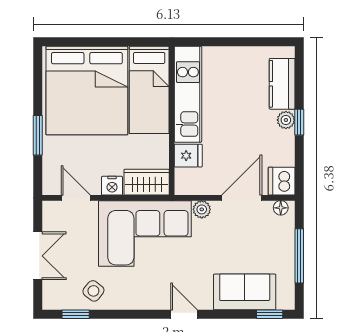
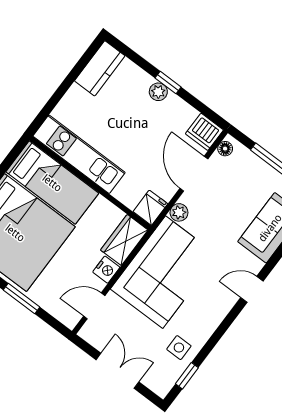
kitchen counter: (282, 84) -> (100, 68), moved, turned -90
fridge: (188, 156) -> (150, 208), moved
side table: (93, 291) -> (179, 348), turned -38

